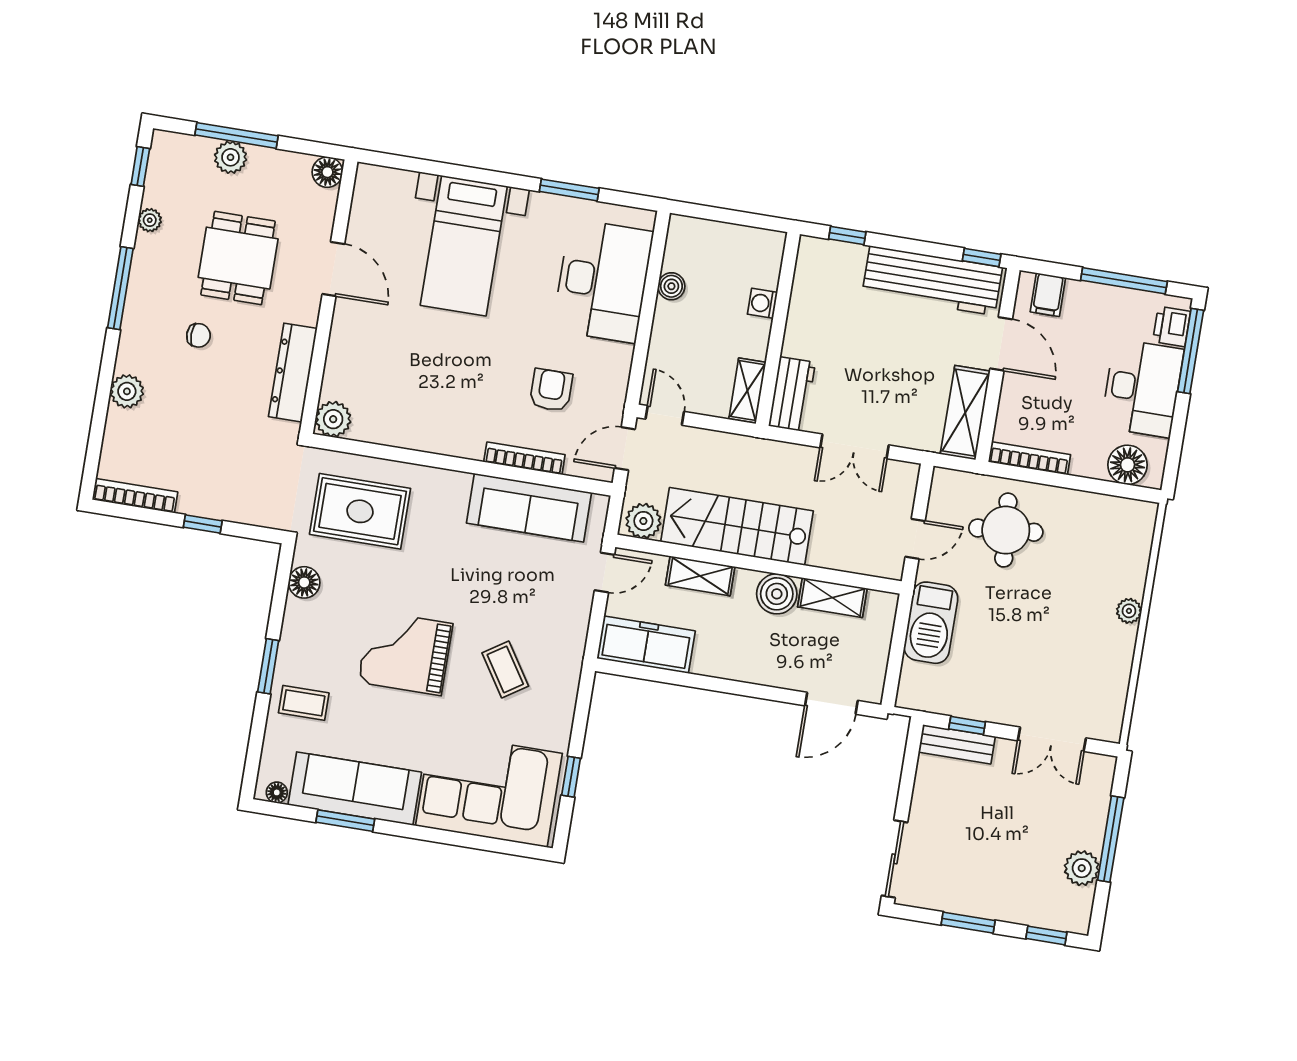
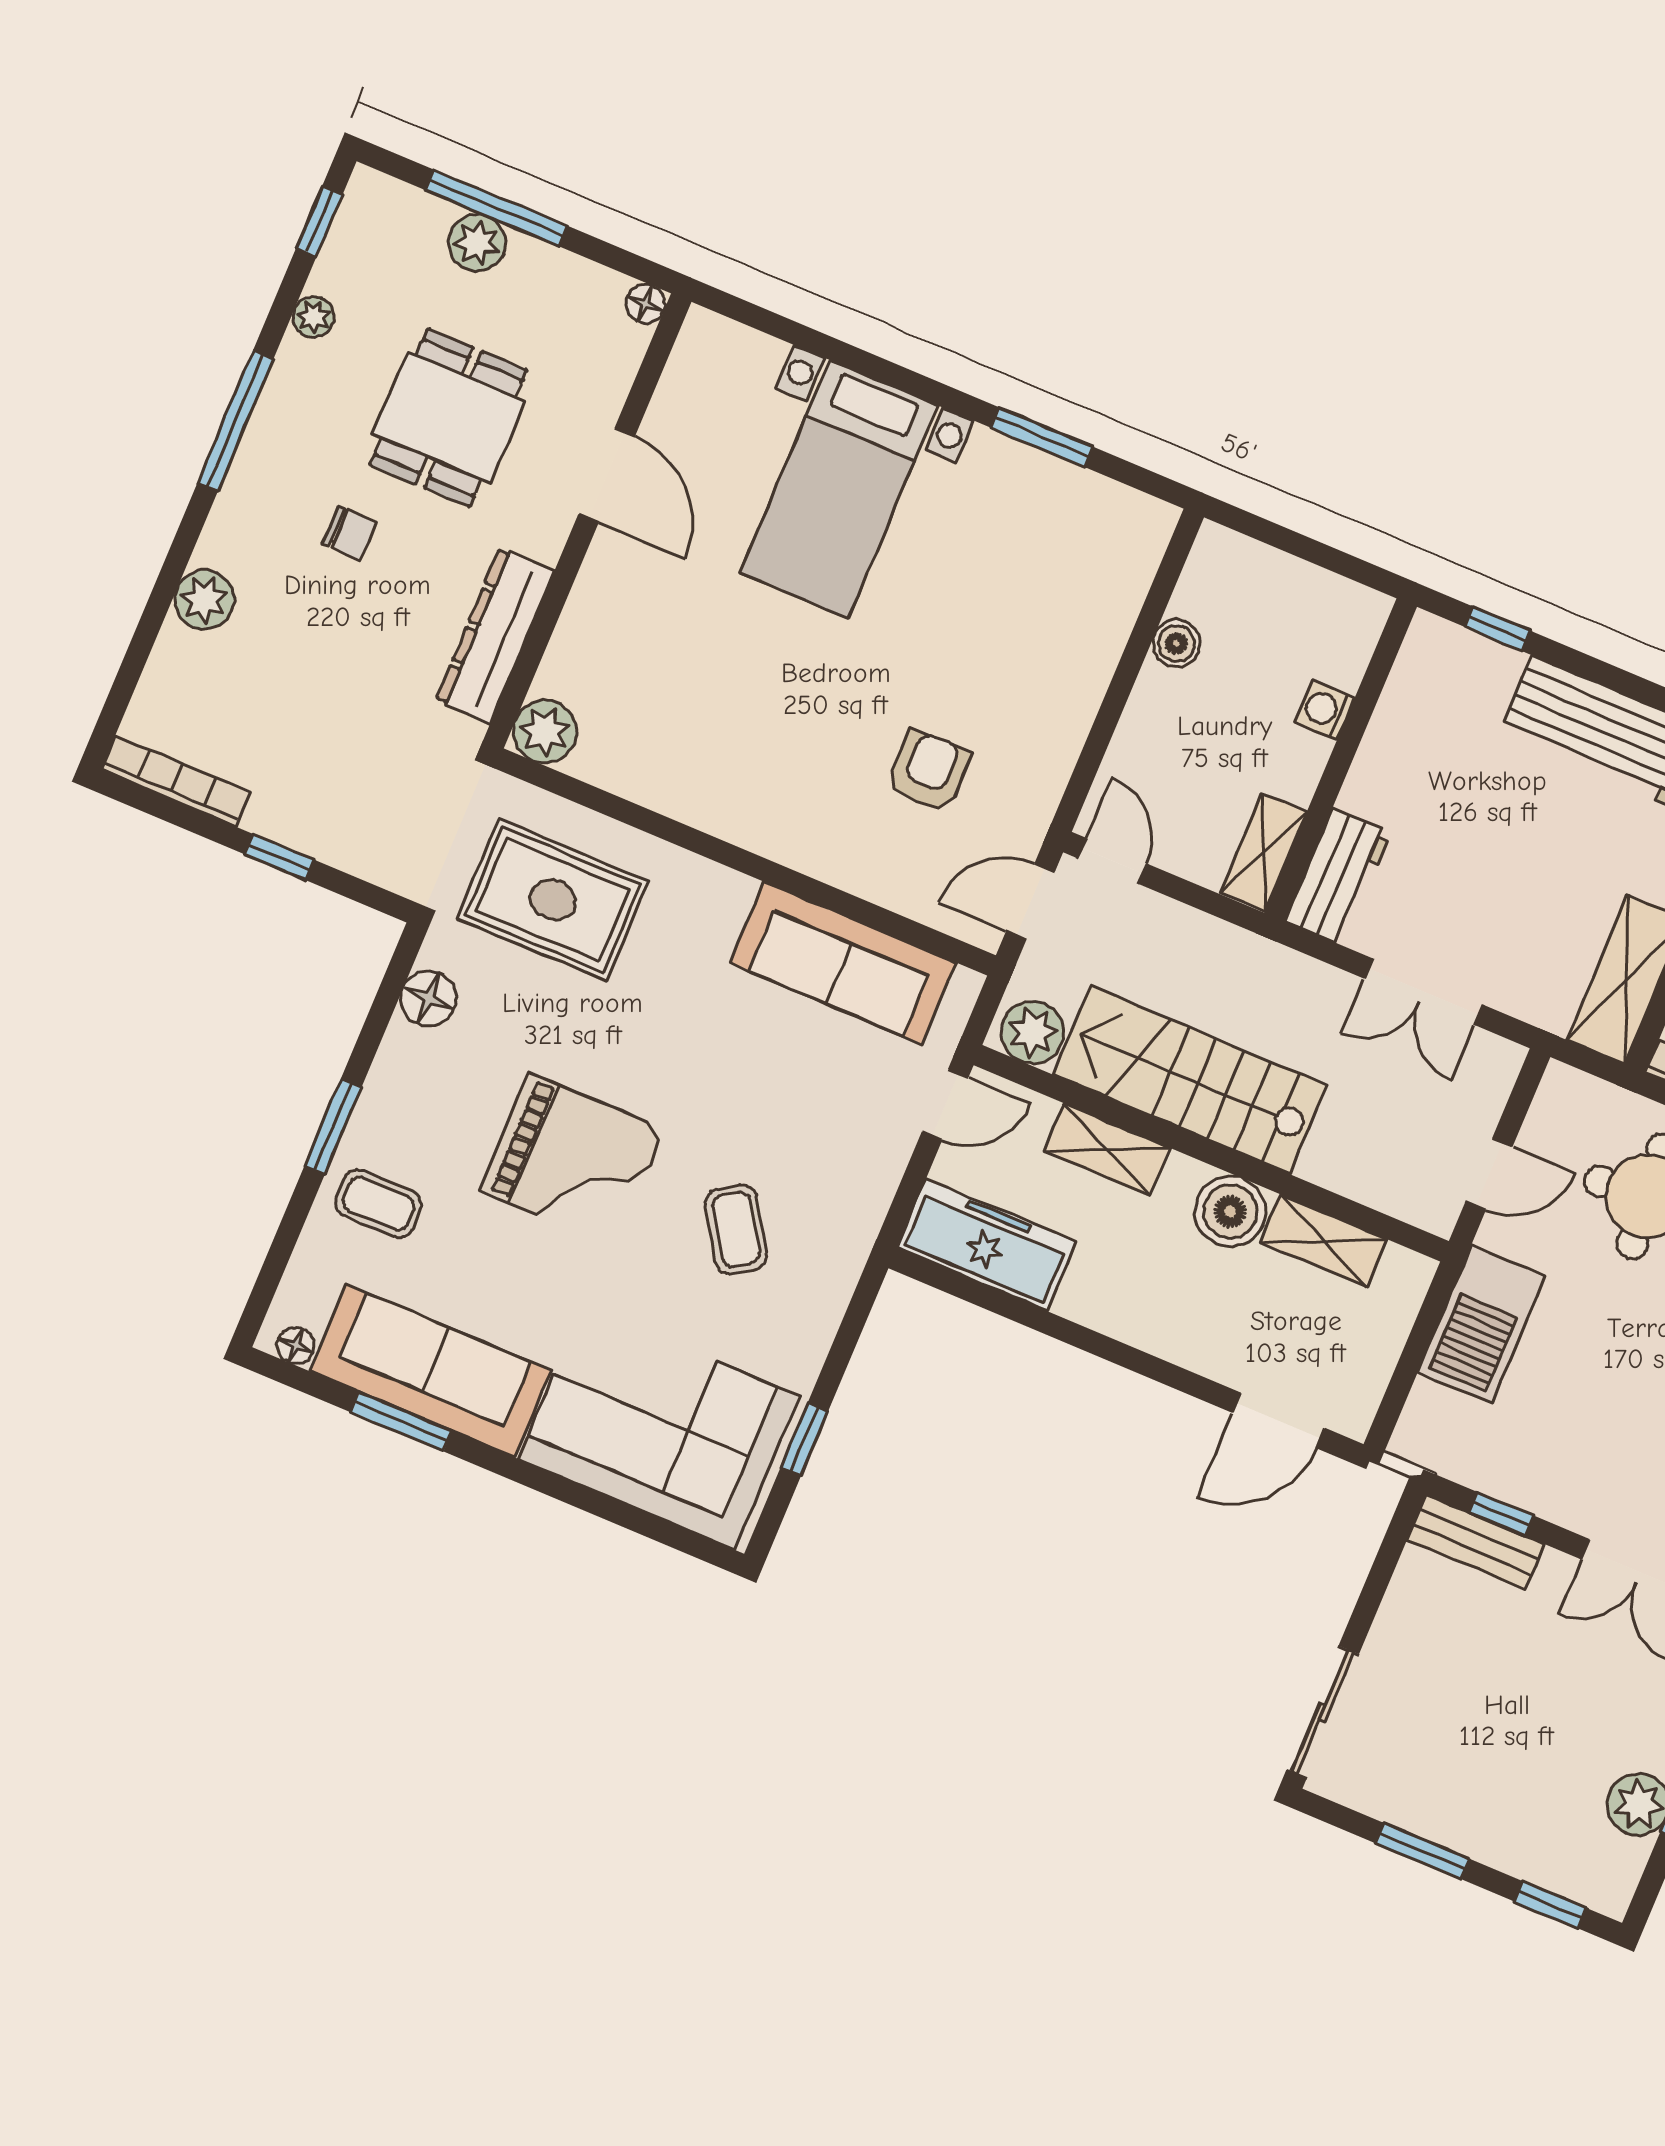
floor lamp: (327, 172) -> (646, 304), width x0.73, depth x0.73
desk: (603, 281) -> (1062, 606), removed
bookcase: (524, 458) -> (855, 877), removed
grand piano: (405, 653) -> (572, 1160), turned 180

